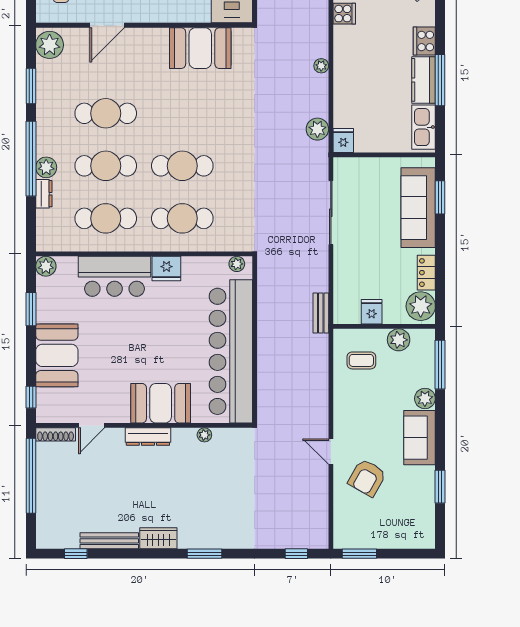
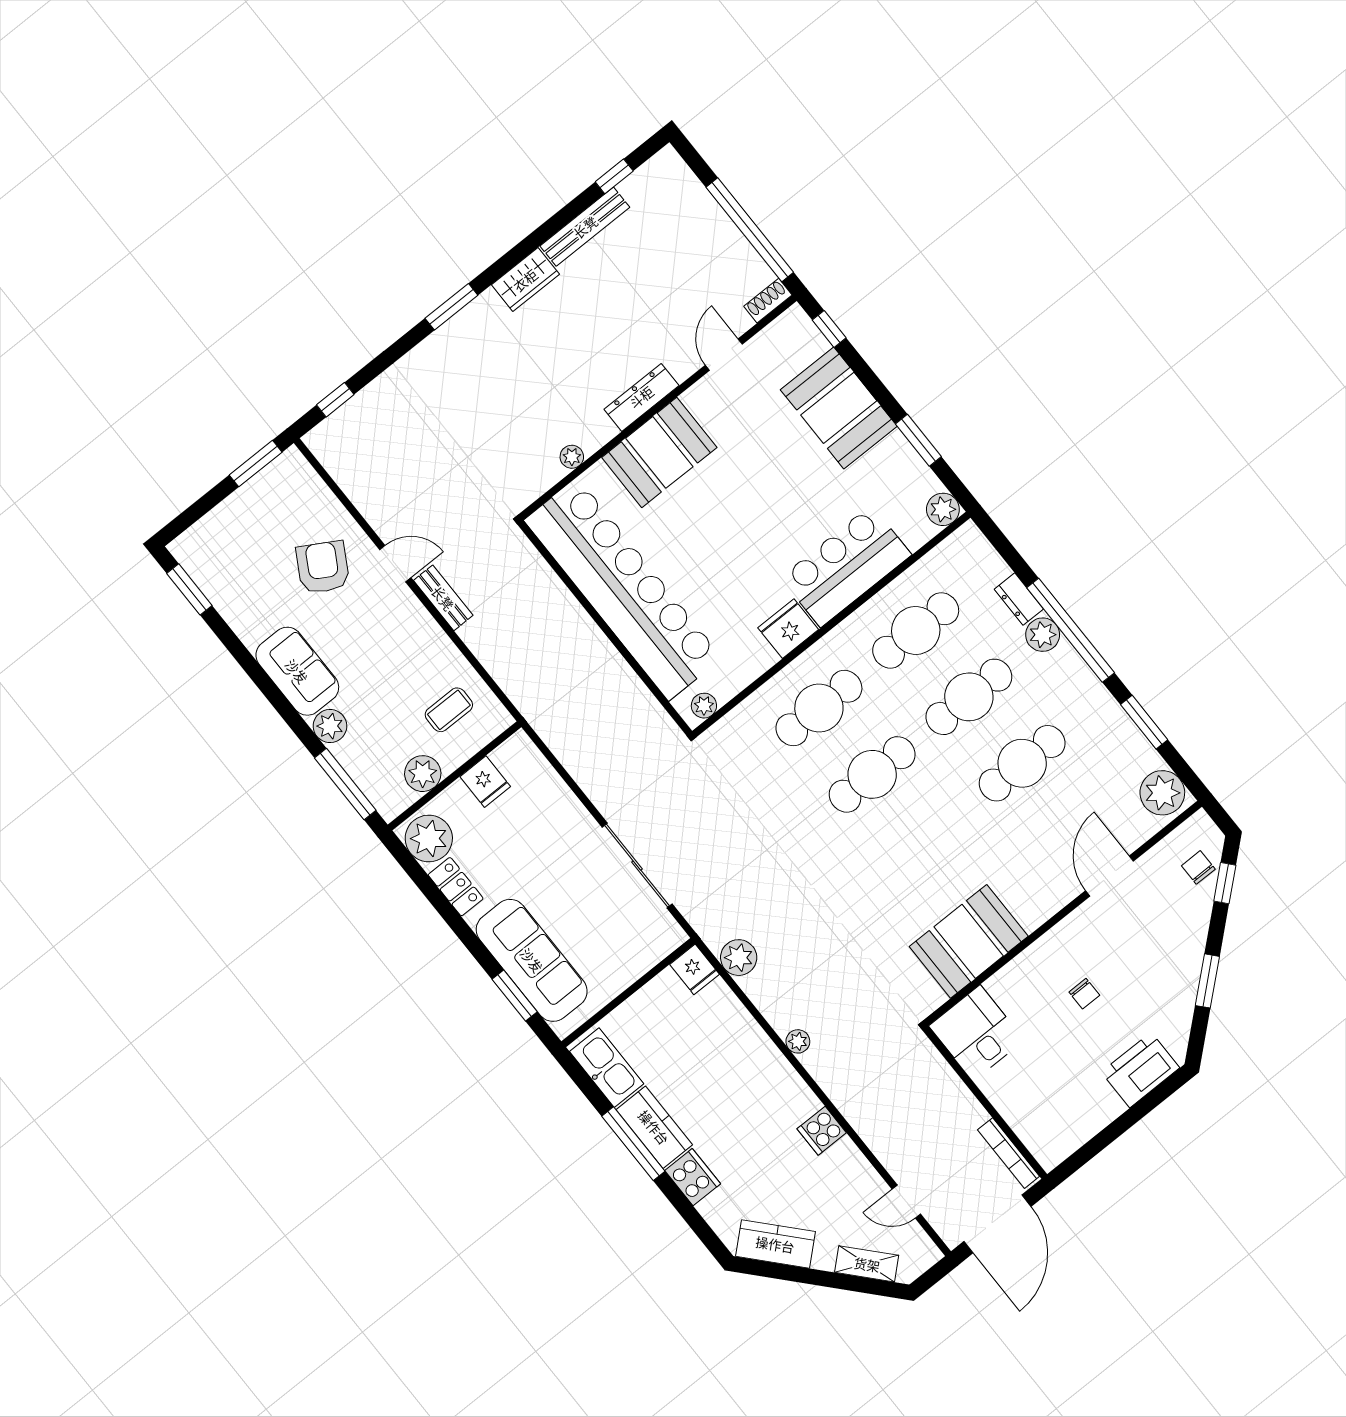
bench: (321, 313) -> (443, 598), moved
shoe rack: (56, 434) -> (768, 301), width x0.70
window: (440, 487) -> (189, 589), moved

